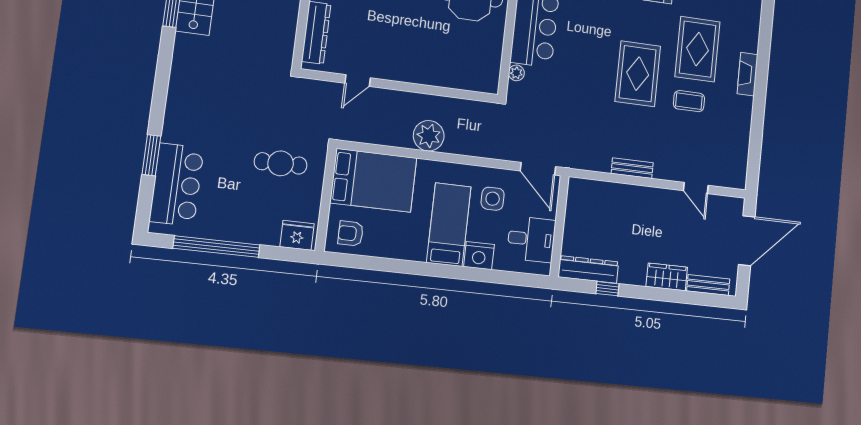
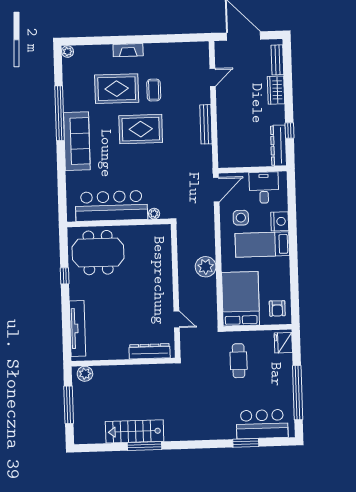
bench: (632, 168) -> (206, 124), width x1.36

